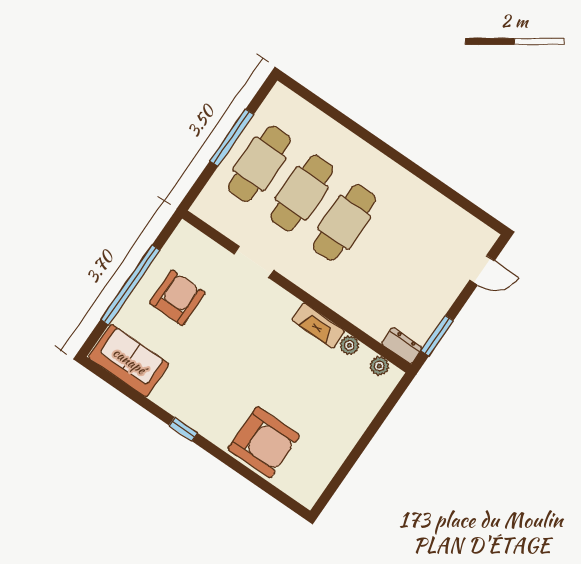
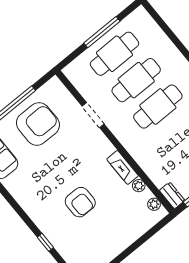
armchair: (177, 298) -> (38, 124), width x1.36, depth x1.36
window: (183, 429) -> (45, 242), moved
armchair: (264, 442) -> (80, 202), moved, width x0.73, depth x0.73

